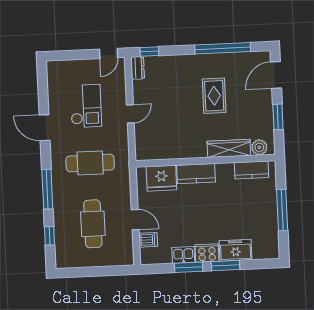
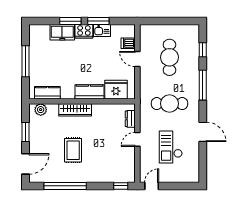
dresser: (138, 68) -> (130, 119), moved
wardrobe: (229, 148) -> (75, 110), moved

